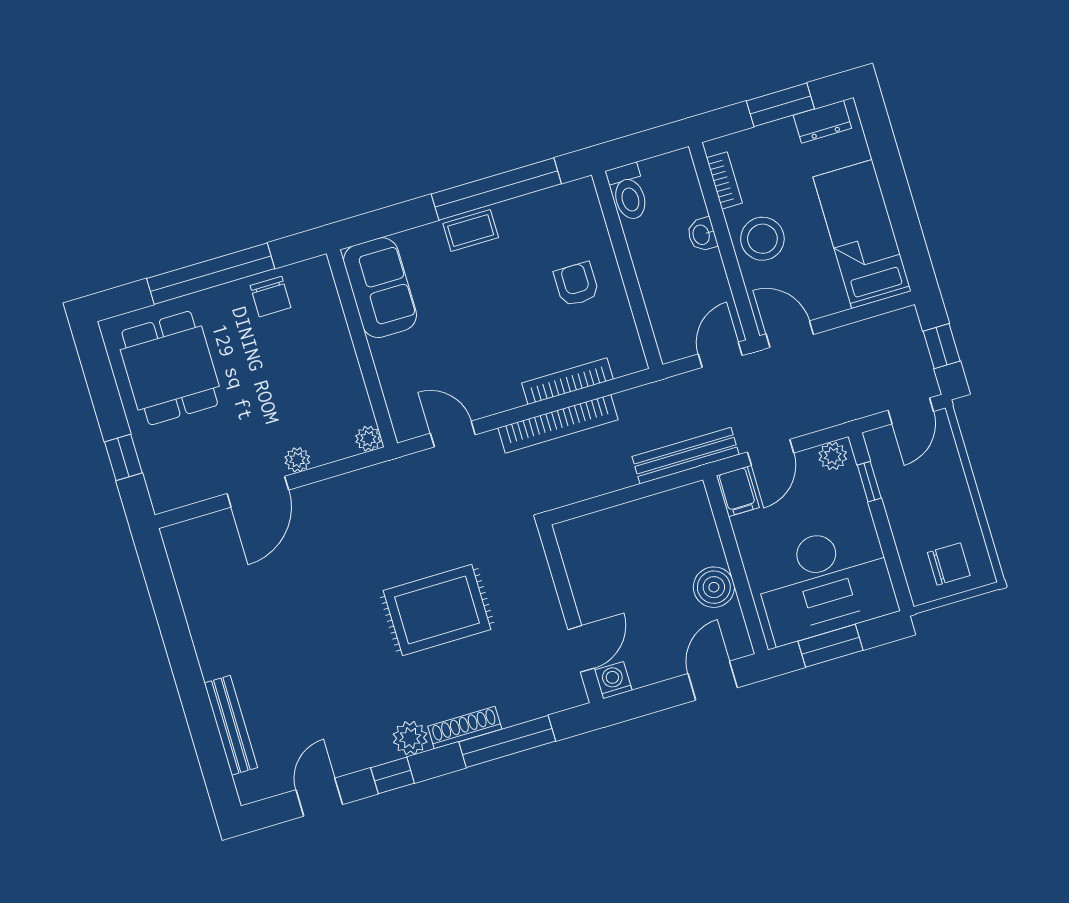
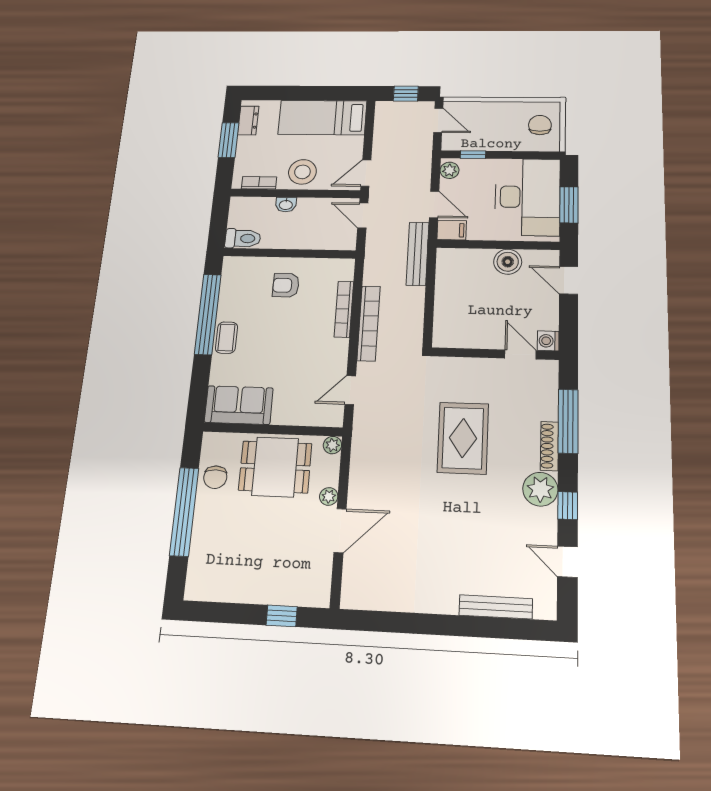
chair: (270, 297) -> (215, 477), turned 90
dining table: (170, 368) -> (275, 467), moved
door: (258, 492) -> (340, 531), hinge flipped
plant: (410, 738) -> (540, 489), width x1.36, depth x1.36

